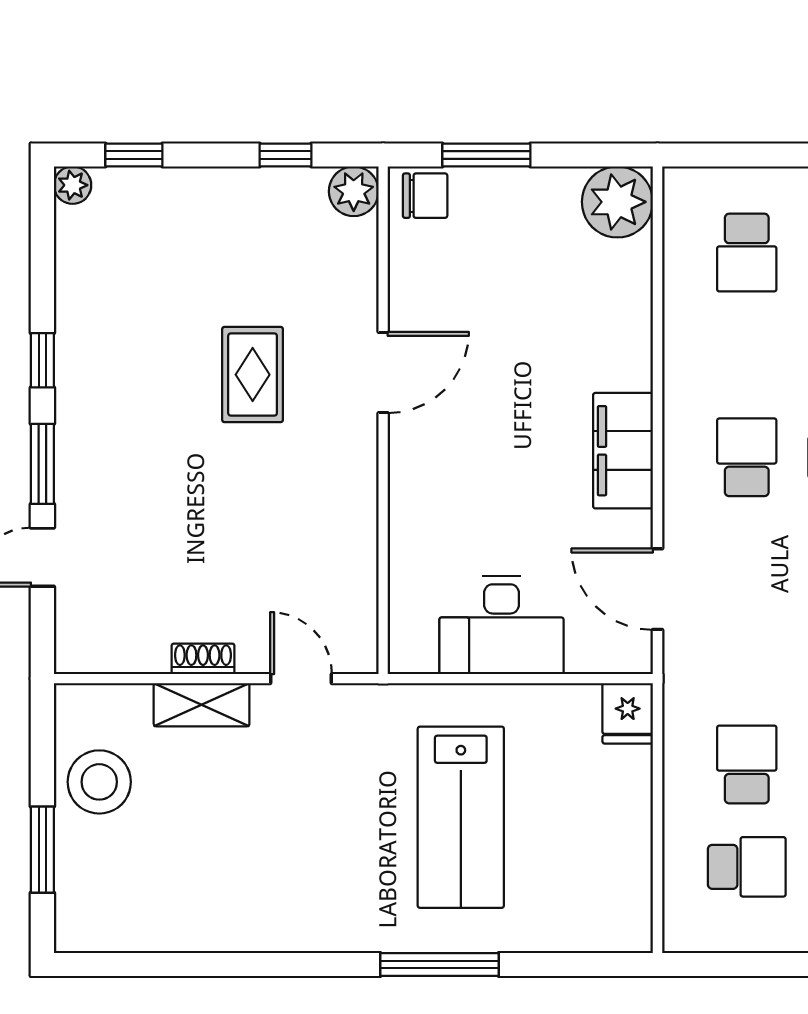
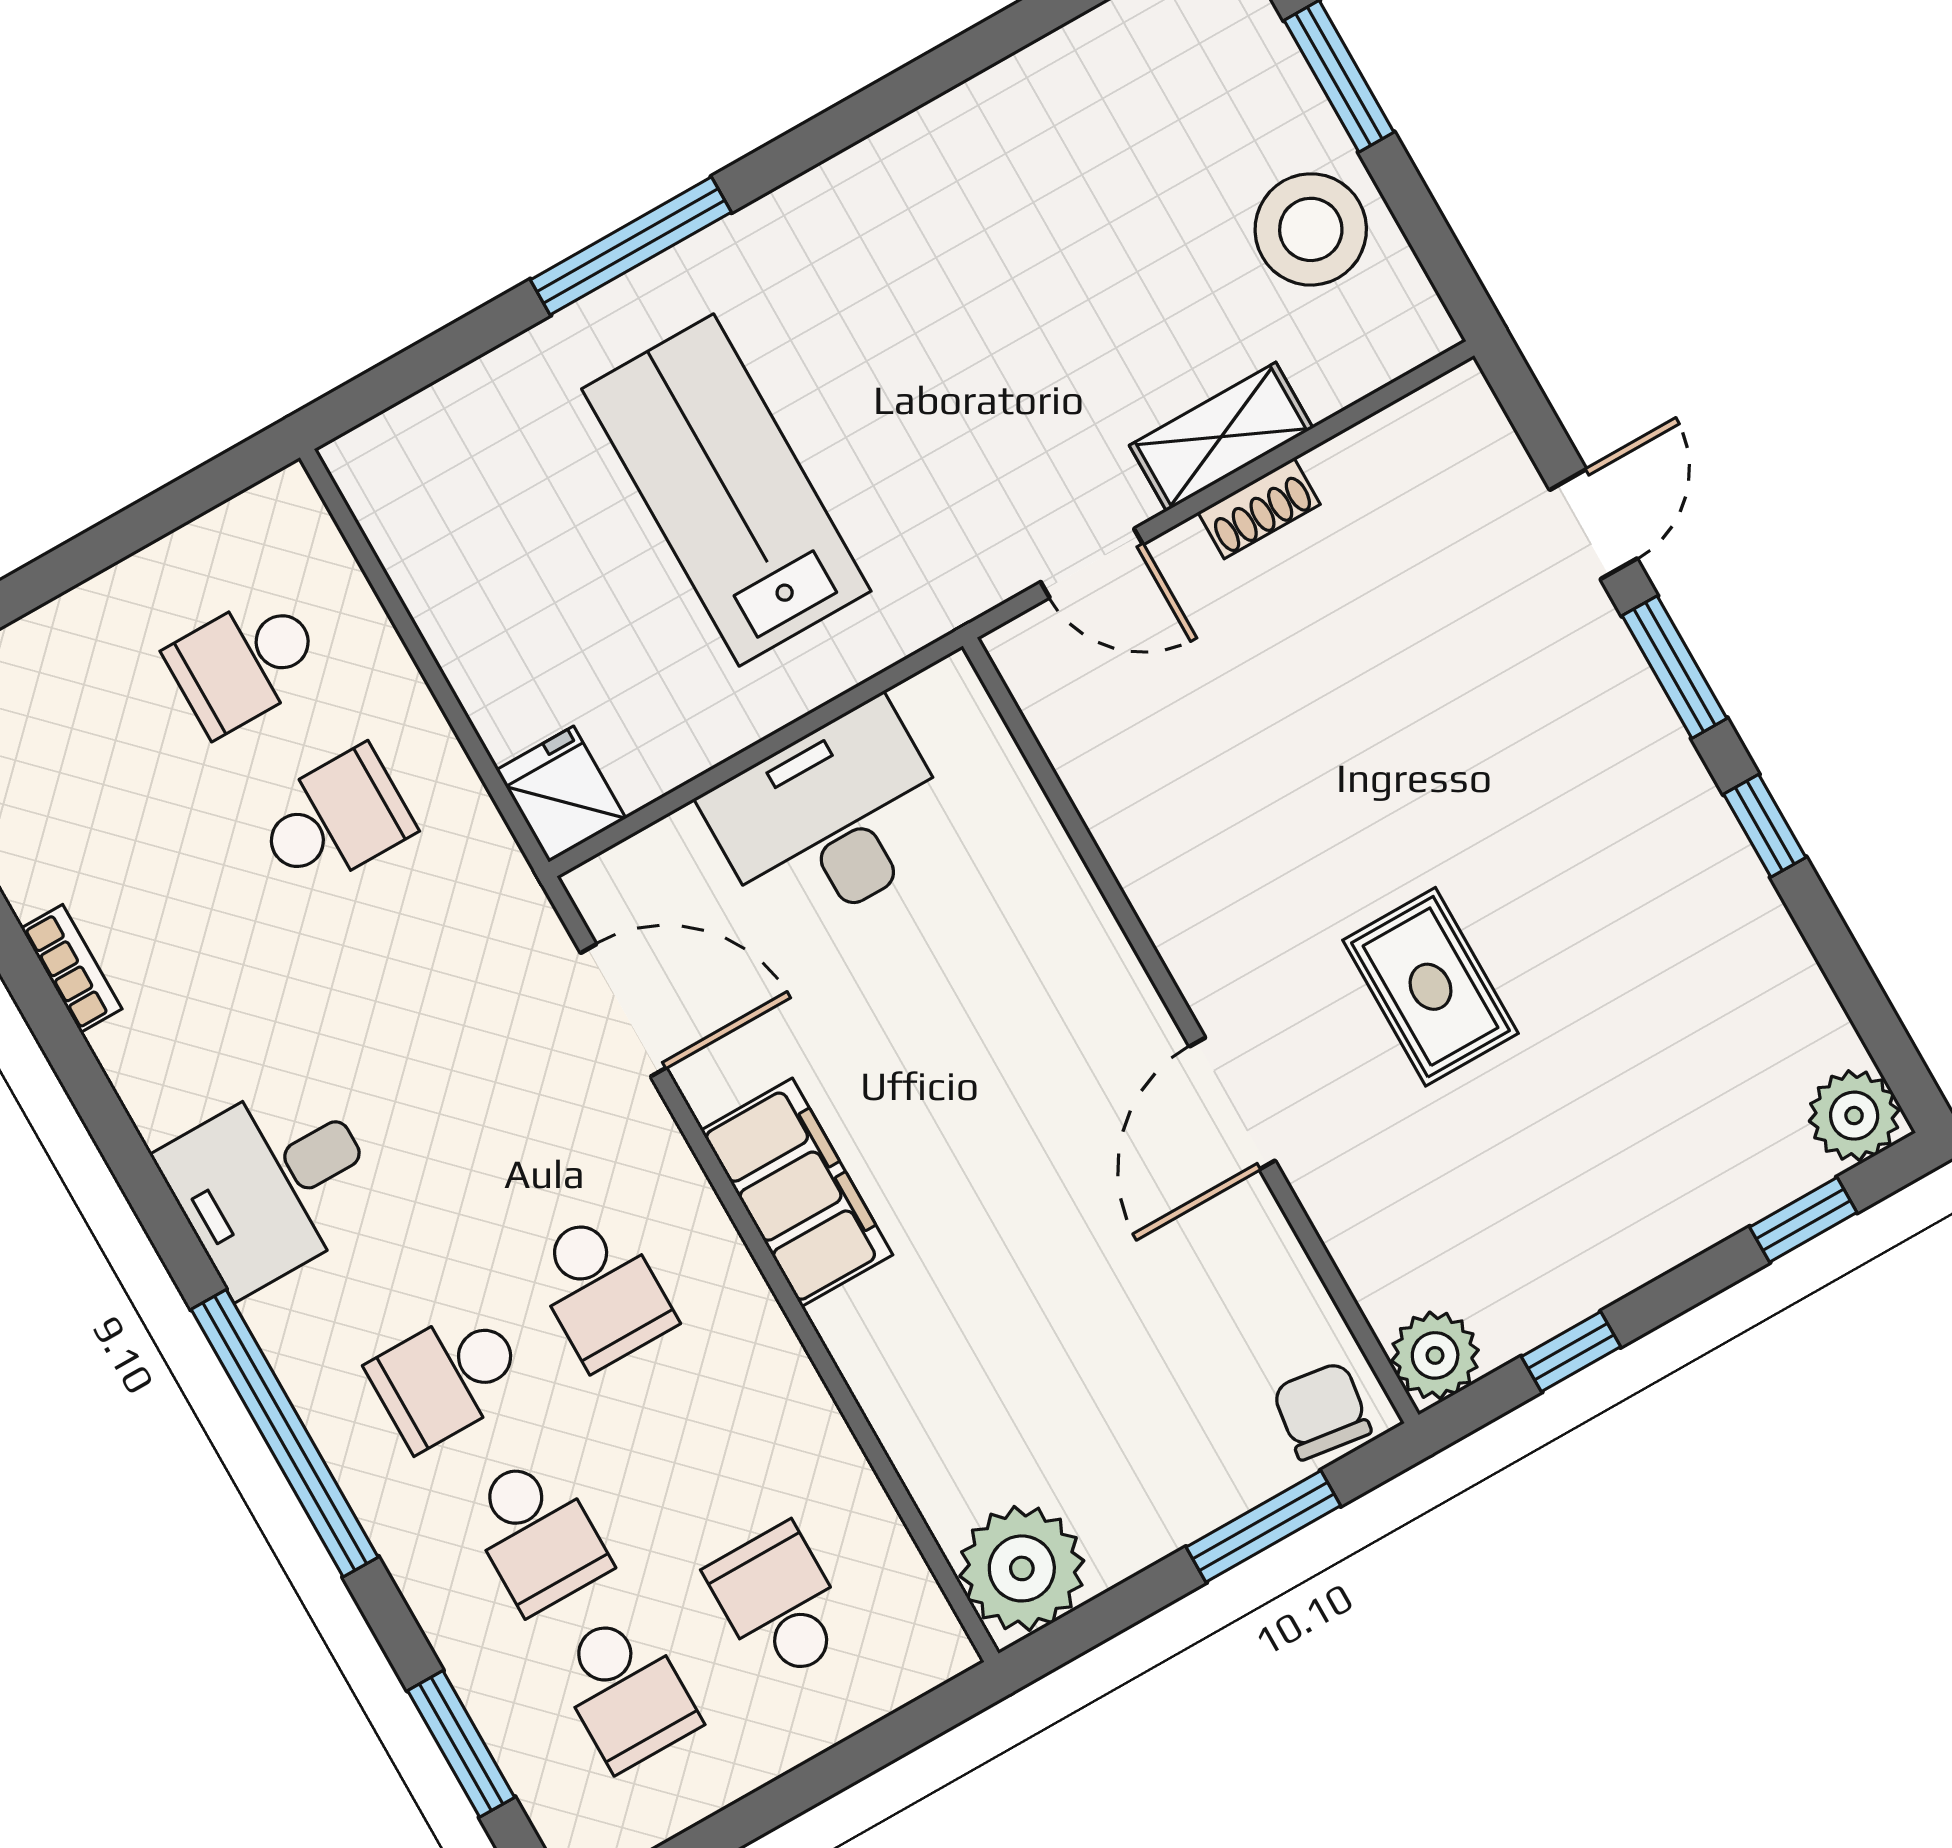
plant: (73, 185) -> (1854, 1116), width x1.38, depth x1.38
chair: (425, 196) -> (1322, 1411), turned 98
school desk: (747, 764) -> (334, 820), turned -90

